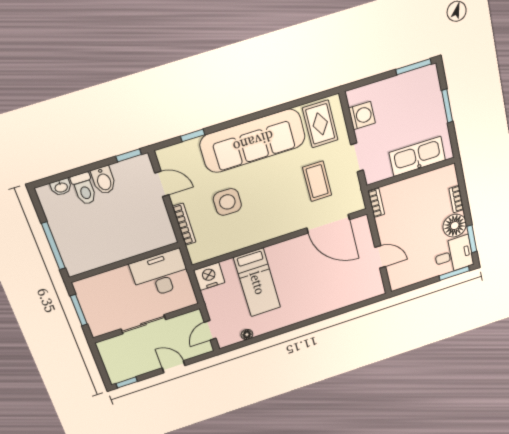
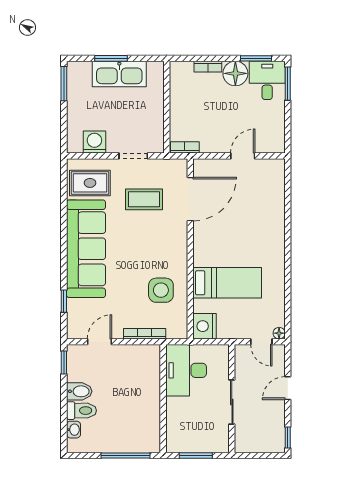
kitchen sink: (417, 156) -> (119, 74), moved, turned -90
side table: (227, 202) -> (161, 290), moved
floor lamp: (247, 335) -> (279, 333), moved

